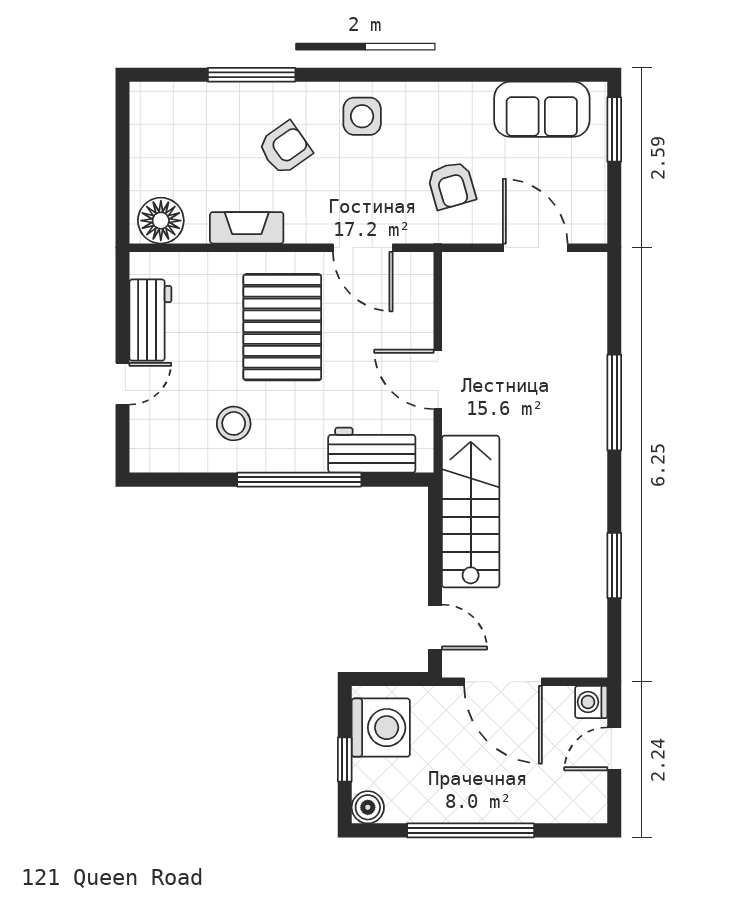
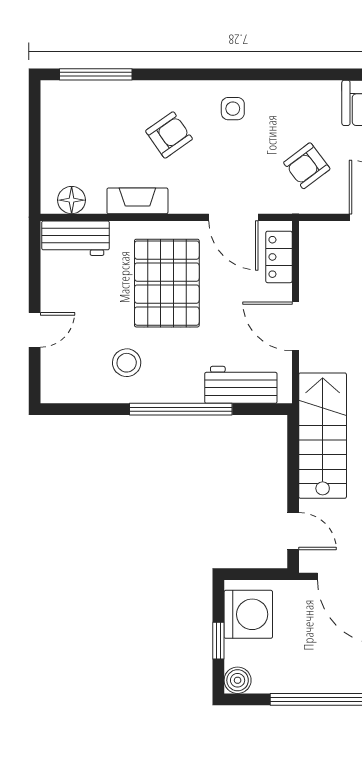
window: (252, 75) -> (96, 74), moved
side table: (362, 116) -> (233, 109), width x0.73, depth x0.73
armchair: (451, 185) -> (307, 166), turned 69
floor lamp: (161, 221) -> (72, 200), width x0.73, depth x0.73
locker: (418, 296) -> (279, 257), added
workbench: (150, 320) -> (75, 238), moved, turned 90

